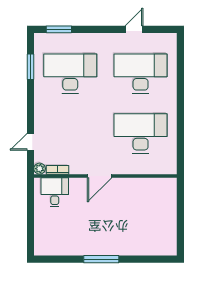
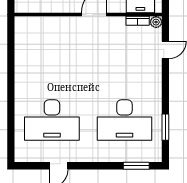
desk: (141, 133) -> (52, 58), removed

